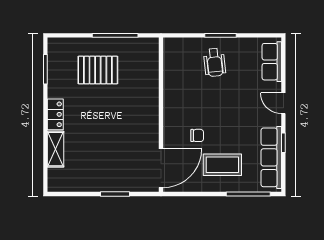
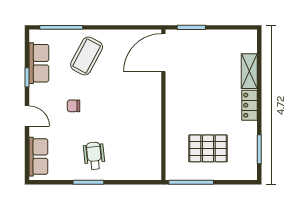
wall: (161, 115) -> (163, 105), moved
chair: (197, 135) -> (73, 106), moved
row of seats: (271, 157) -> (39, 63), width x0.68
coffee table: (222, 165) -> (87, 56), turned -62
door: (161, 168) -> (163, 53), moved

